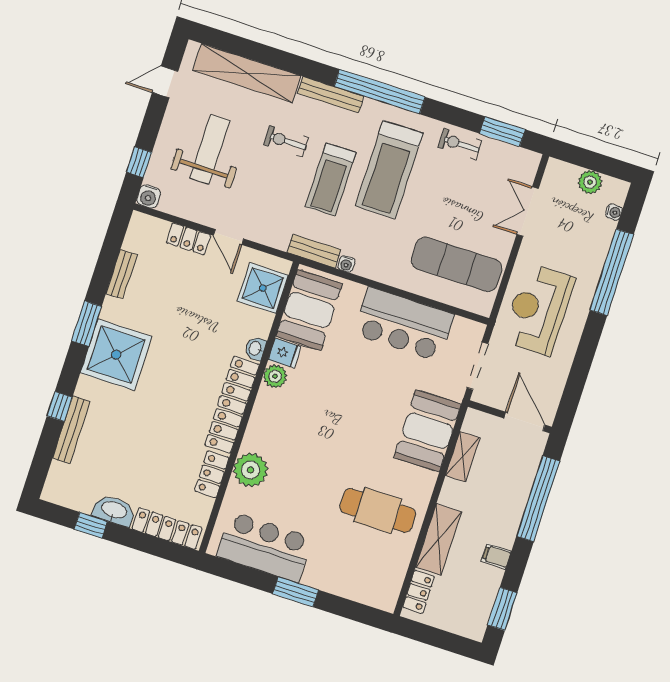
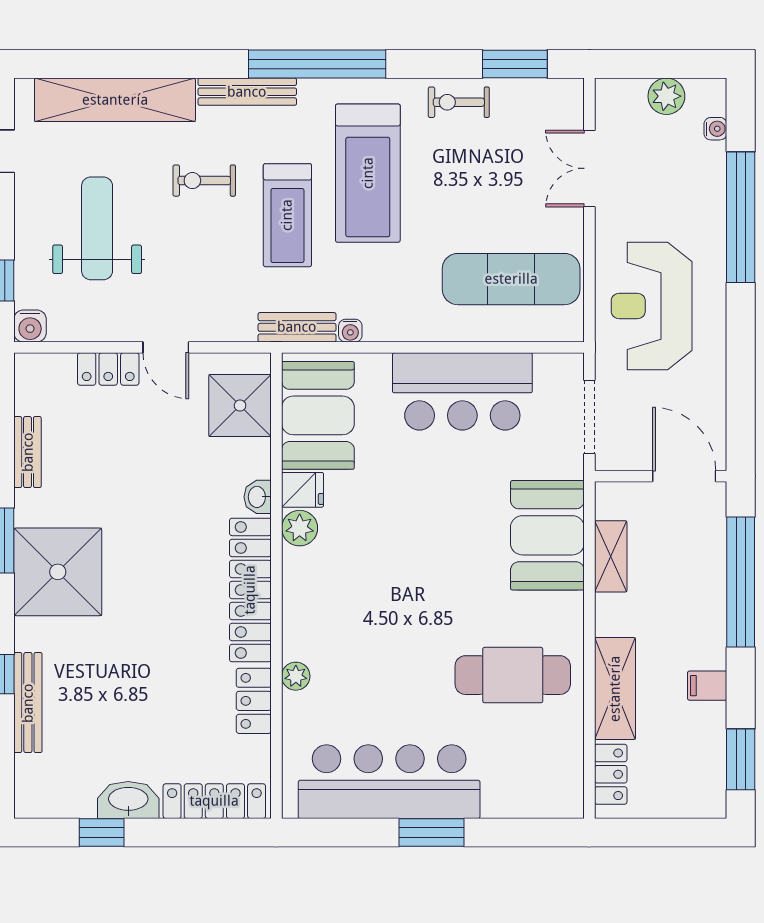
plant: (251, 470) -> (296, 676), width x0.53, depth x0.53
bar counter: (265, 547) -> (389, 782), width x1.36

